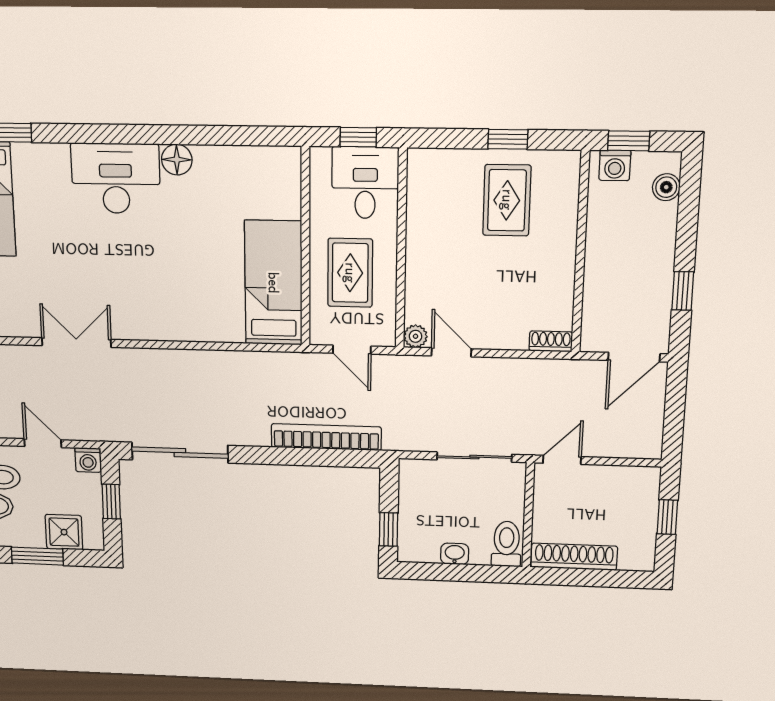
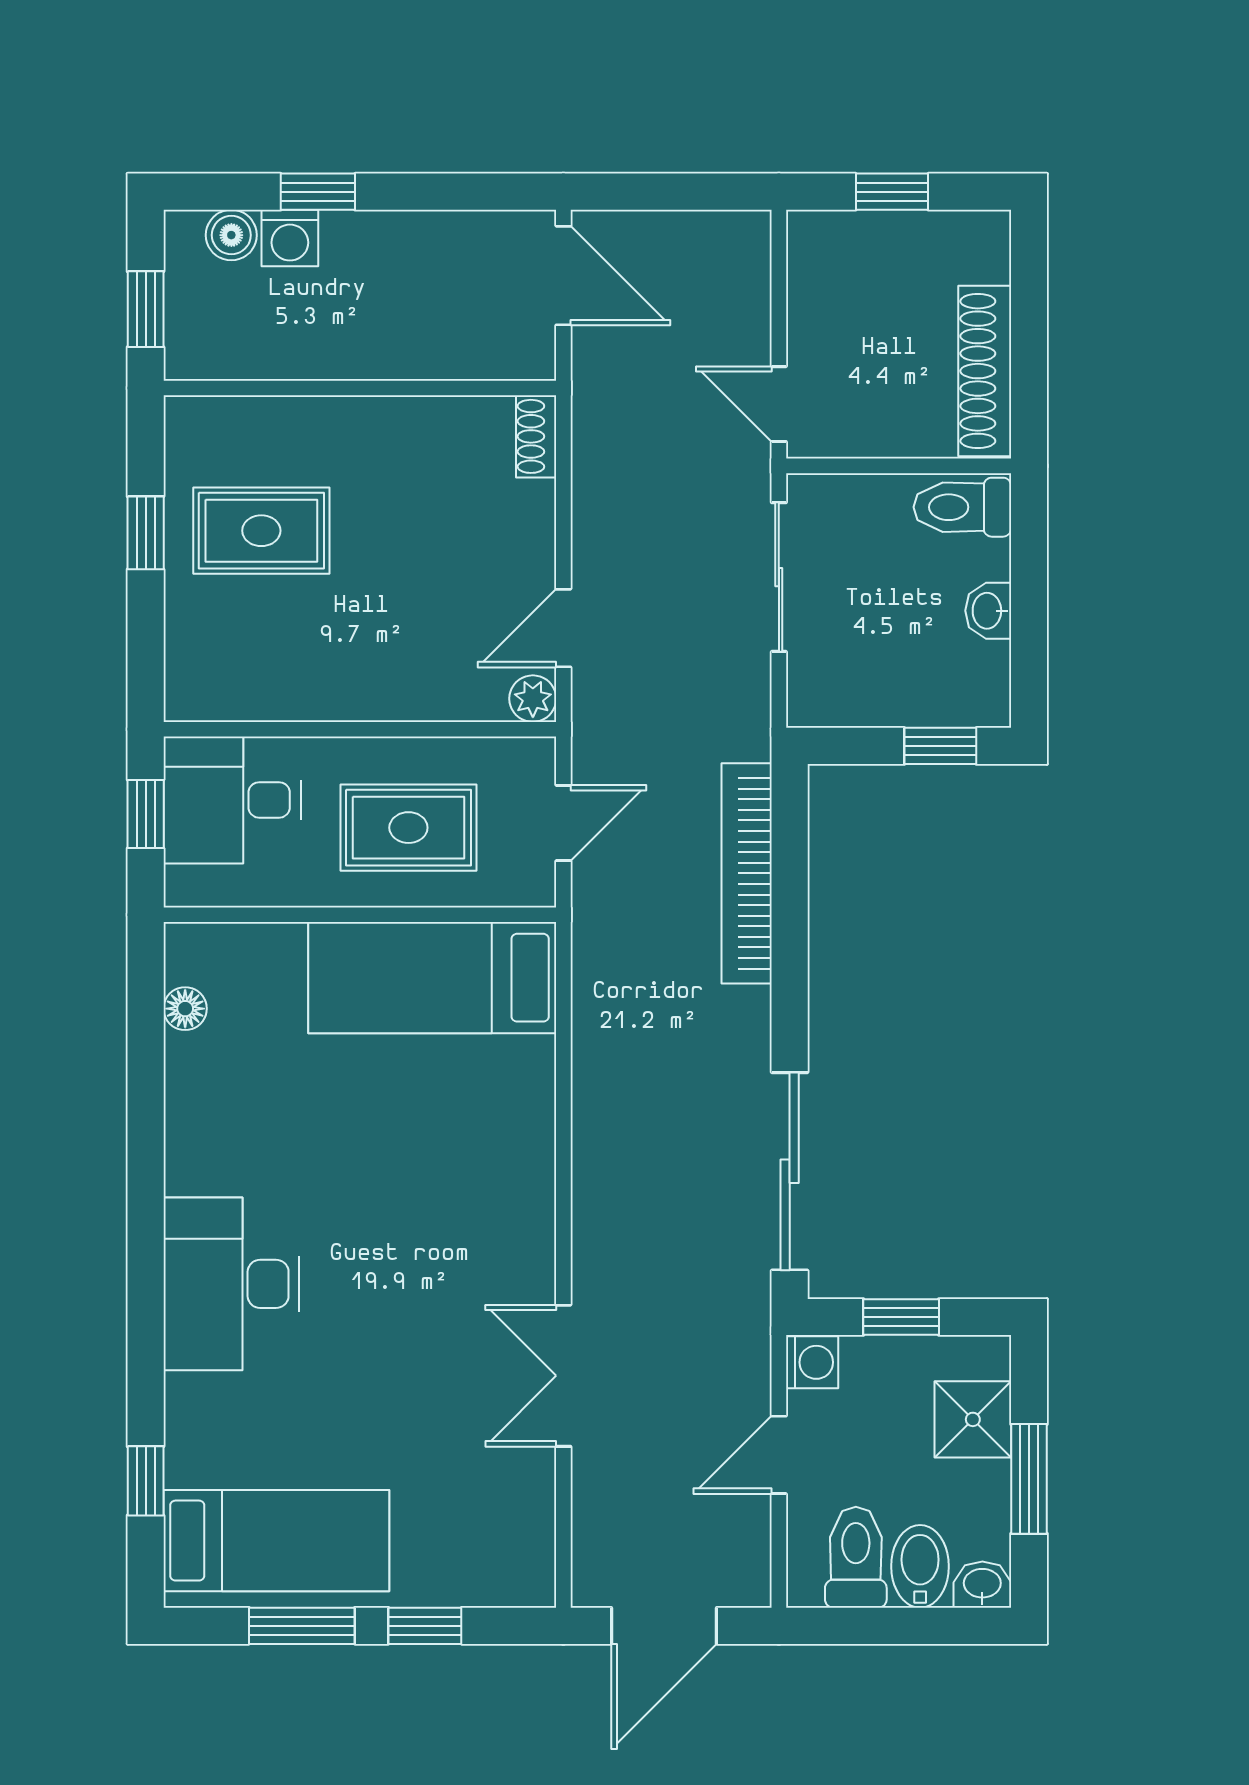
floor lamp: (177, 160) -> (185, 1009), moved, width x0.73, depth x0.73
washing machine: (615, 165) -> (290, 238), moved, turned 90
window: (683, 291) -> (318, 192), moved

